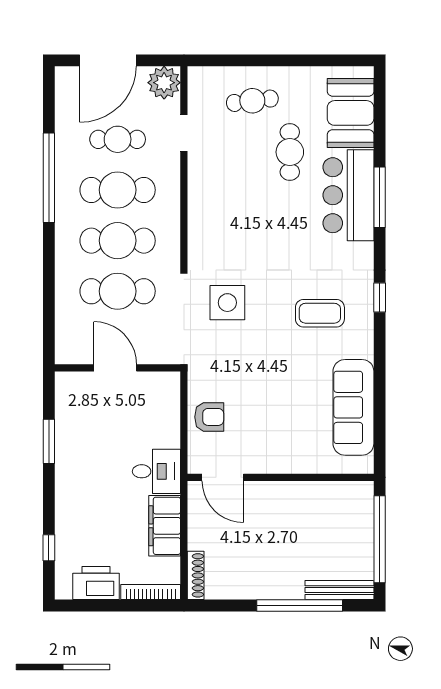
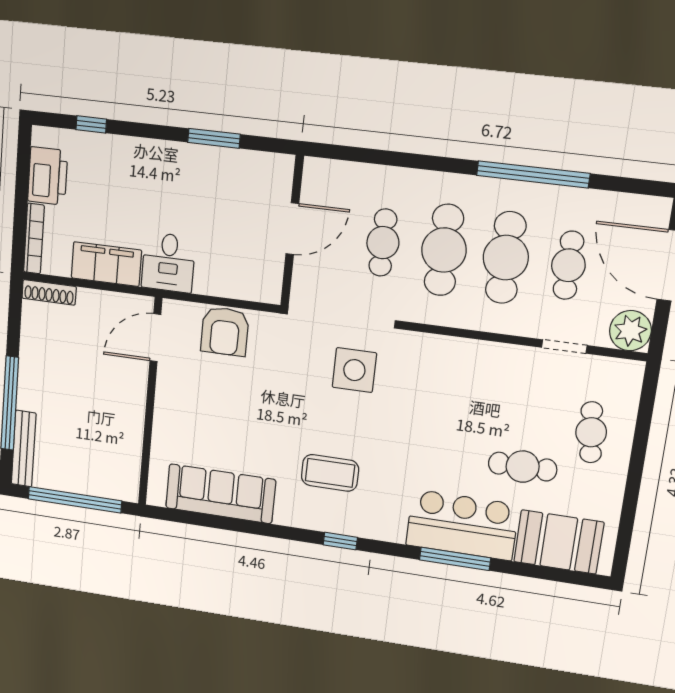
cafe table: (118, 291) -> (383, 243), width x0.73, depth x0.74
coffee table: (320, 313) -> (330, 473), turned 90
armchair: (209, 417) -> (225, 331), width x1.38, depth x1.38

